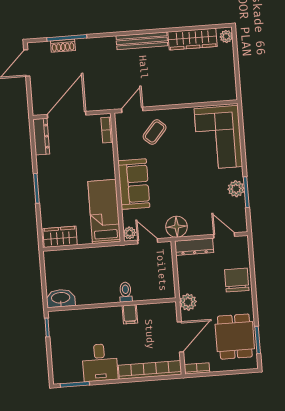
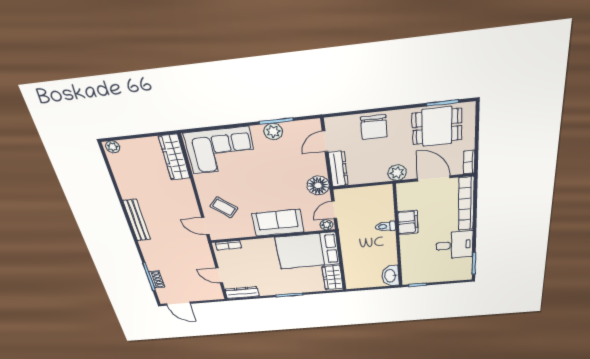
wardrobe: (192, 39) -> (174, 157), moved, turned 180
door: (67, 115) -> (219, 275), width x0.53
bed: (104, 211) -> (308, 251), width x1.50
chair: (237, 280) -> (374, 127), turned -90
filing cabinet: (130, 314) -> (408, 222), width x2.00

